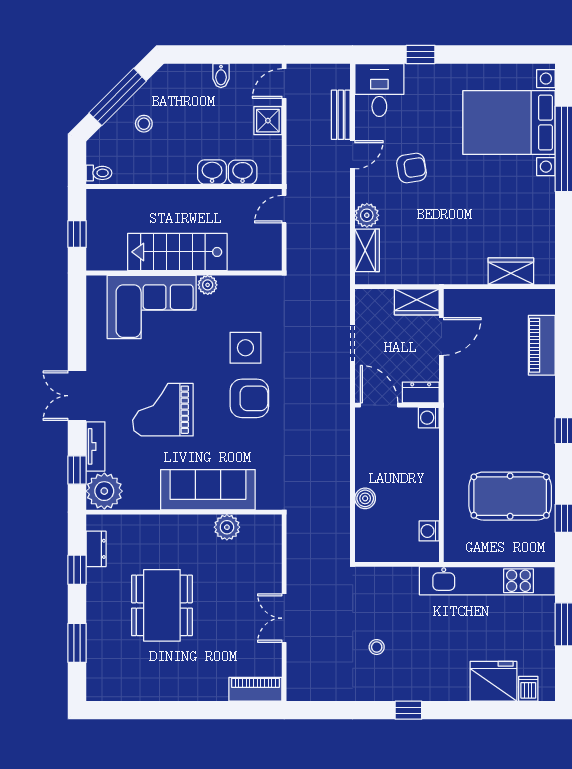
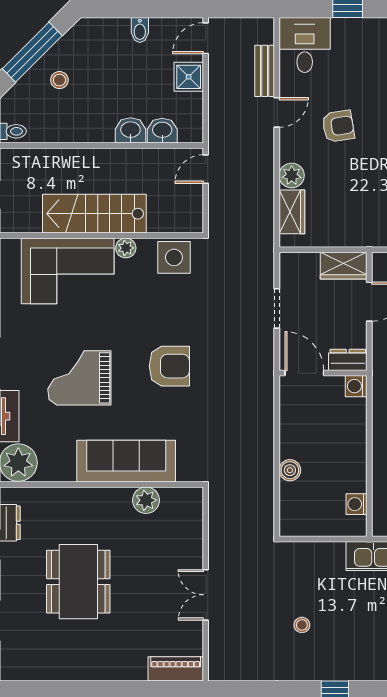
side table: (245, 348) -> (174, 257), moved

